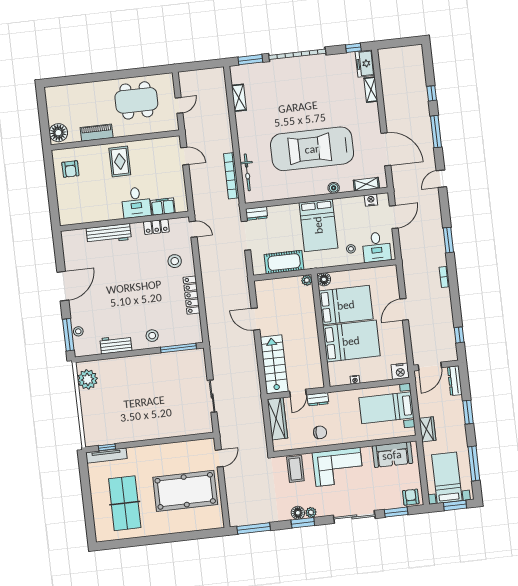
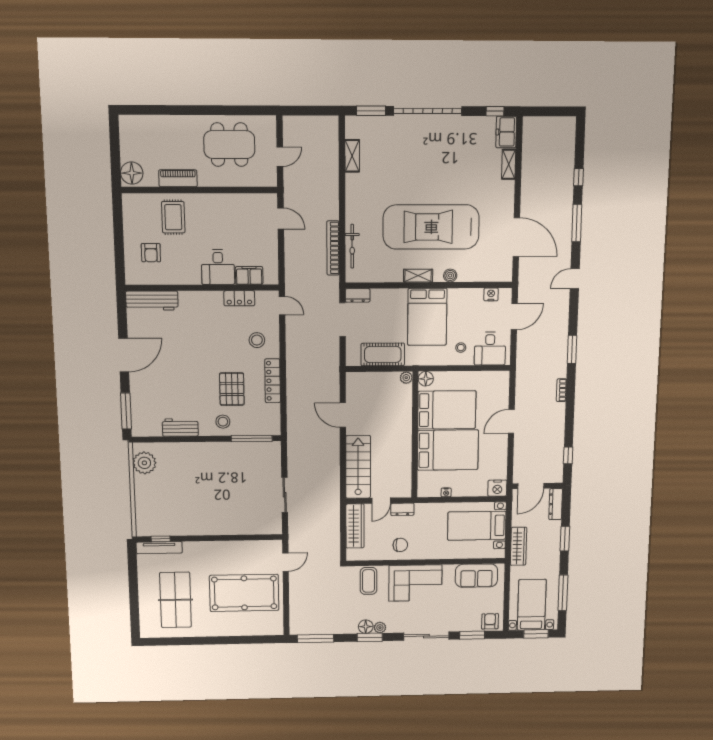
rug: (120, 161) -> (173, 217), moved
armchair: (70, 169) -> (151, 253), moved
shelving: (366, 184) -> (418, 276), moved
workbench: (109, 234) -> (152, 301), moved
pallet: (157, 306) -> (232, 389), added
stool: (78, 331) -> (138, 408), removed
wardrobe: (427, 429) -> (518, 546), width x1.50

